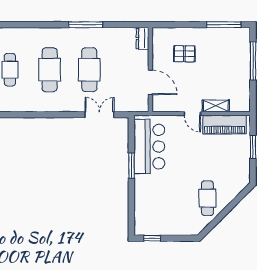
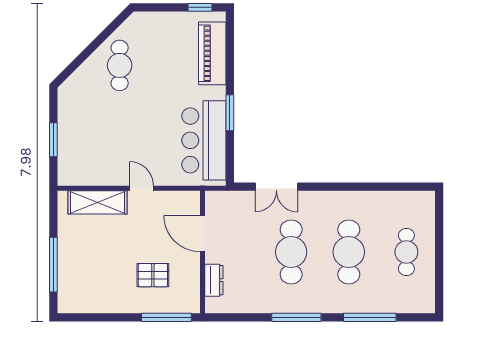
window: (35, 25) -> (370, 317), added
window: (224, 25) -> (166, 317), moved
dresser: (142, 39) -> (214, 280), moved
shelving: (216, 106) -> (97, 202), width x1.50, depth x1.33
piano: (224, 125) -> (212, 53), moved, turned -90

